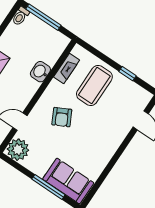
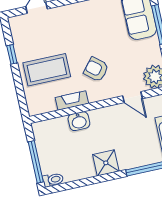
fireplace: (67, 68) -> (72, 100), moved
armchair: (62, 117) -> (96, 69), turned -113

